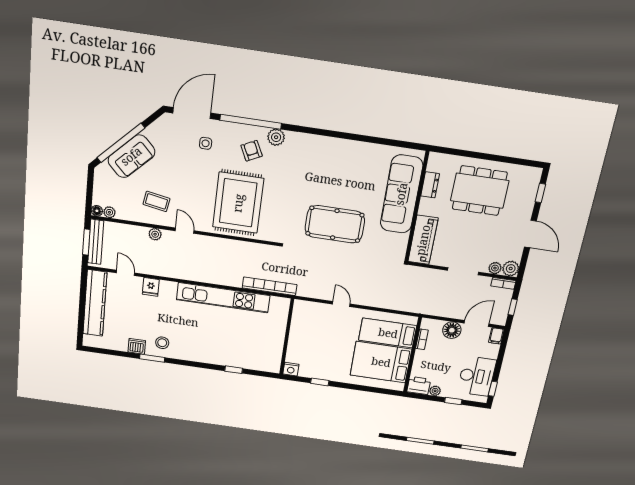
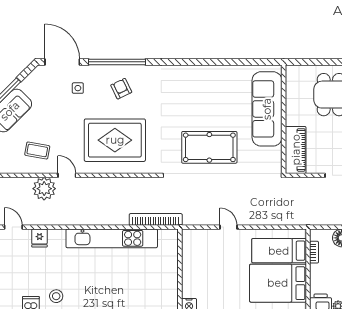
door: (192, 113) -> (62, 62), hinge flipped
plant: (276, 137) -> (142, 73), removed
dresser: (430, 185) -> (292, 96), removed
rug: (238, 203) -> (115, 140), turned 90
plant: (155, 234) -> (44, 189), width x1.87, depth x1.87

